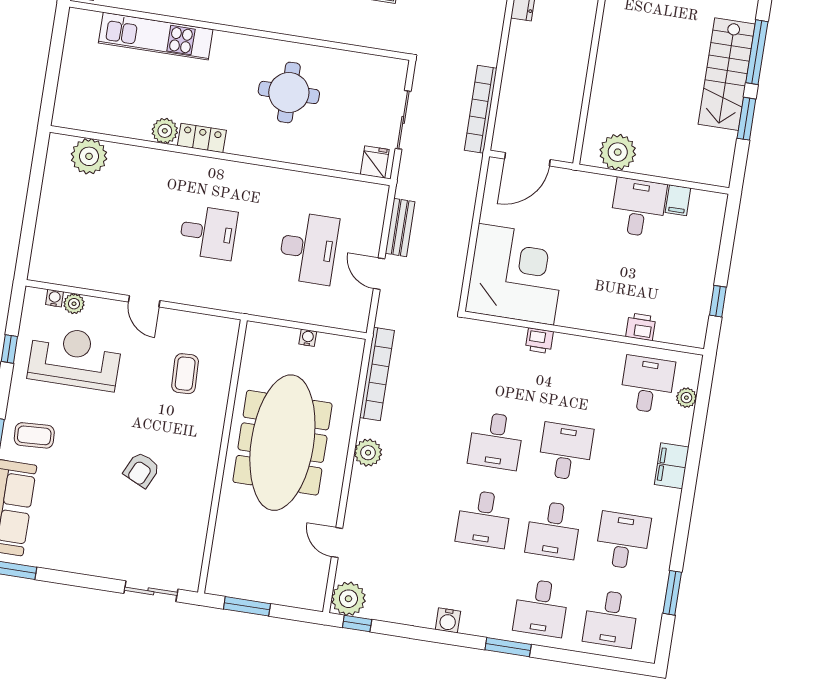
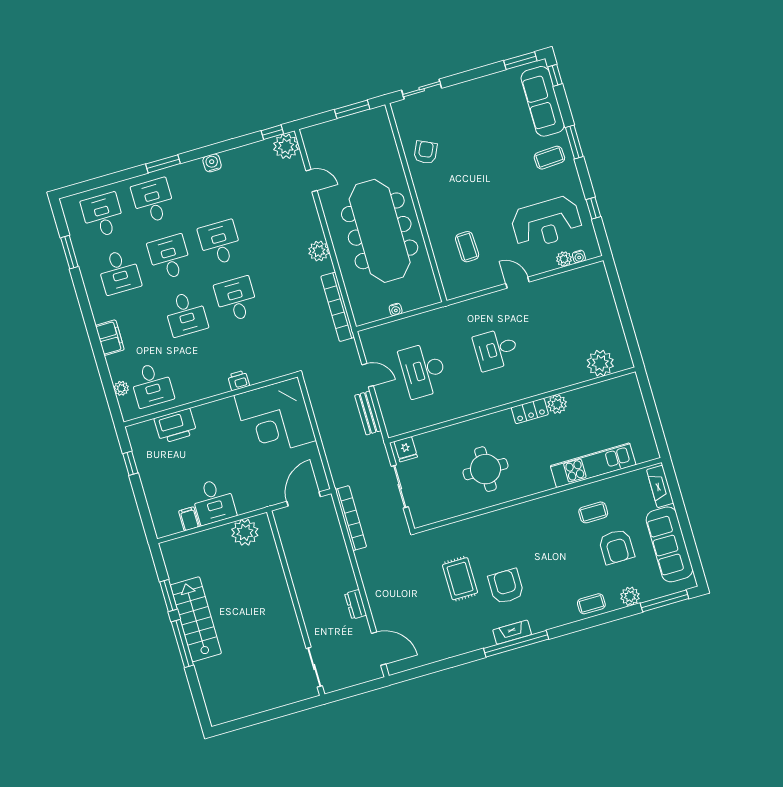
printer: (641, 327) -> (175, 426), width x1.87, depth x1.48
armchair: (142, 470) -> (426, 152), moved

